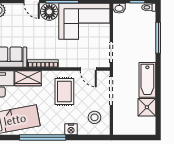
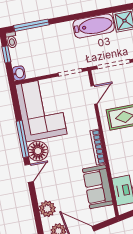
window: (158, 38) -> (31, 25), moved
wardrobe: (28, 78) -> (117, 161), removed

